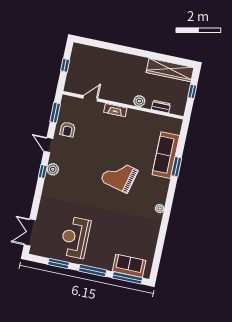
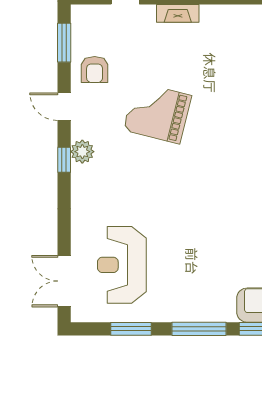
grand piano: (119, 176) -> (157, 113), moved
reception desk: (75, 237) -> (122, 265), moved

